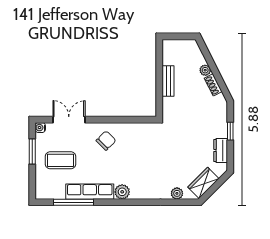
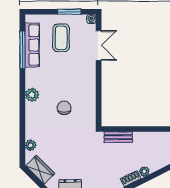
bench: (168, 81) -> (118, 137), moved
chair: (106, 141) -> (64, 108), moved, turned -135
row of seats: (90, 192) -> (32, 45), moved

